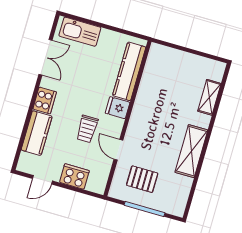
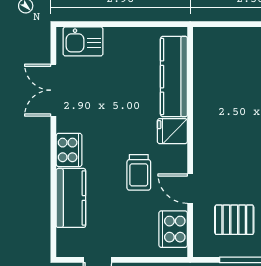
kitchen sink: (80, 32) -> (83, 41), width x0.73
double door: (46, 57) -> (53, 90), swing flipped
cooker: (74, 177) -> (173, 229), moved, turned -90

